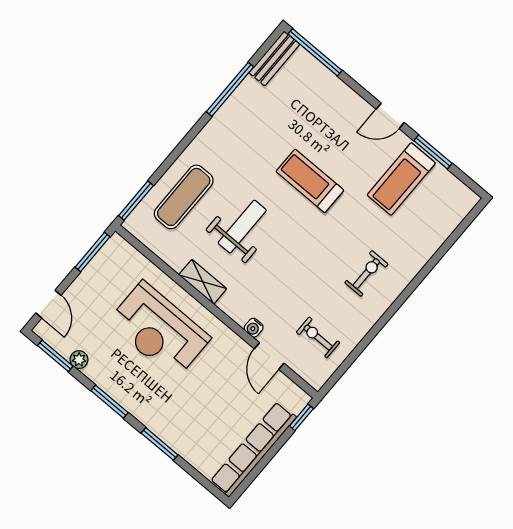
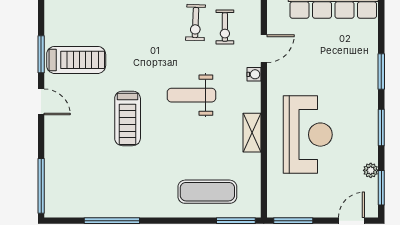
bench: (274, 58) -> (67, 209), removed
weight bench: (242, 227) -> (191, 95), moved
exercise bike: (366, 273) -> (196, 23), moved, turned -88

